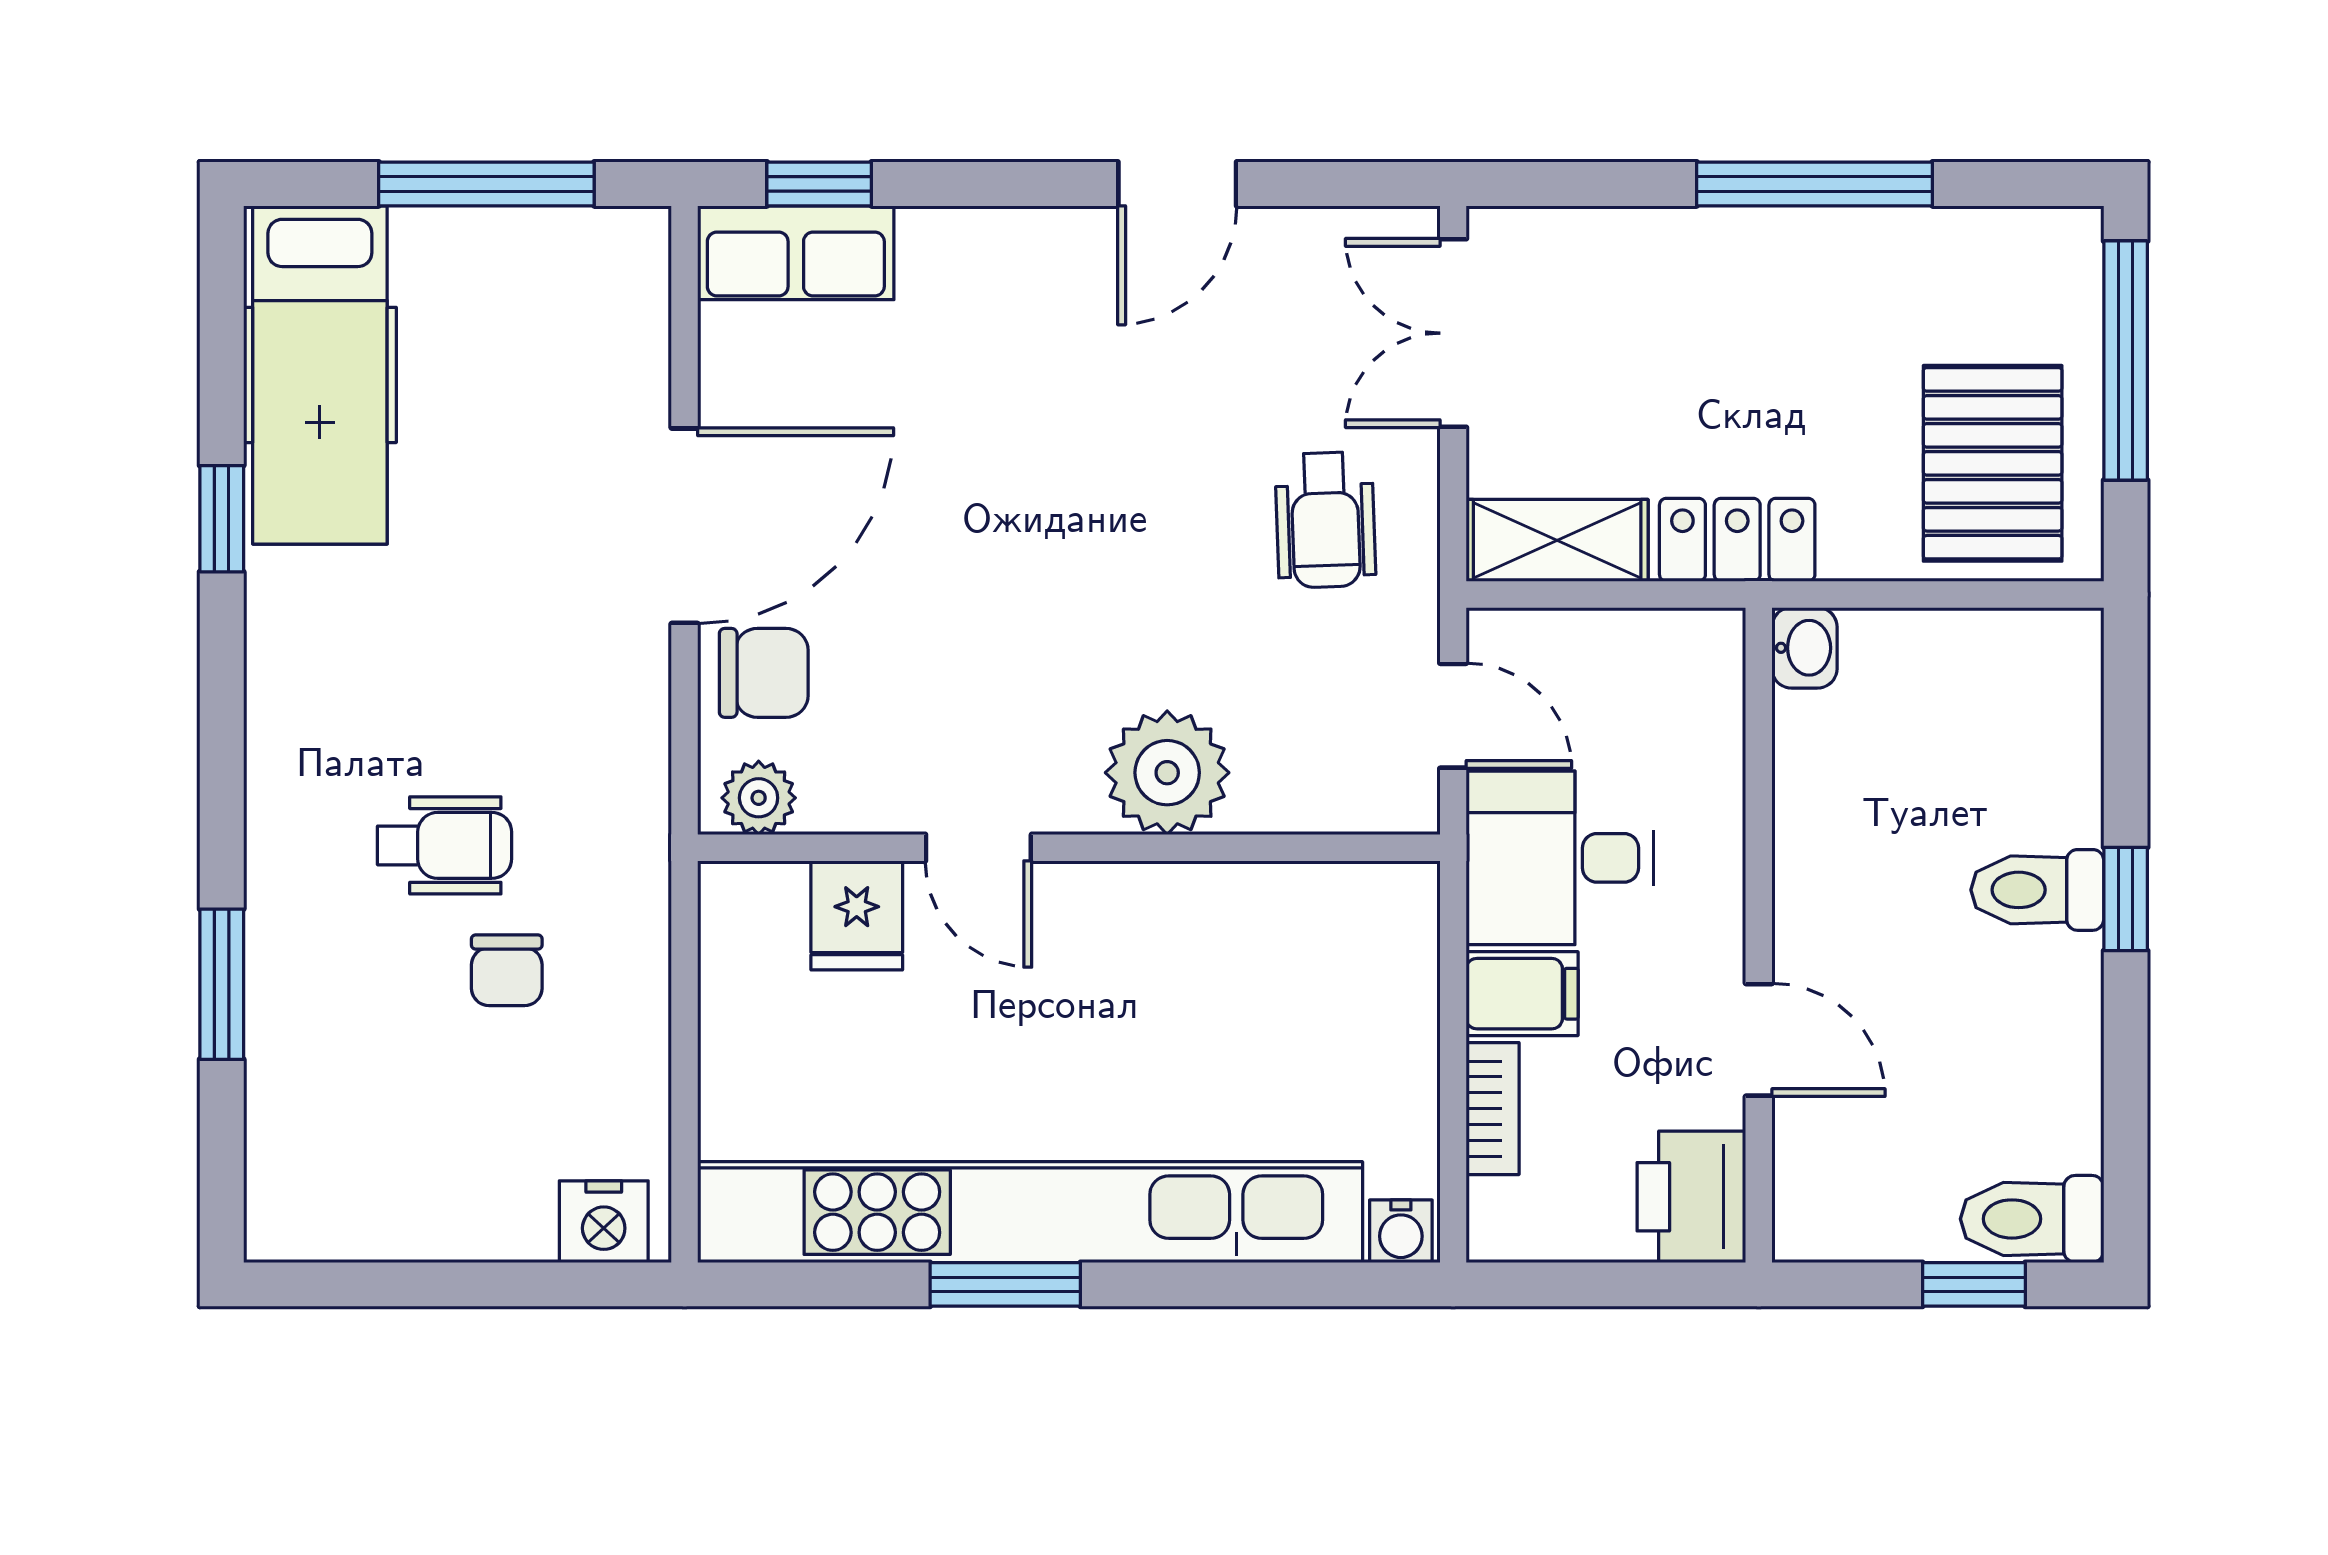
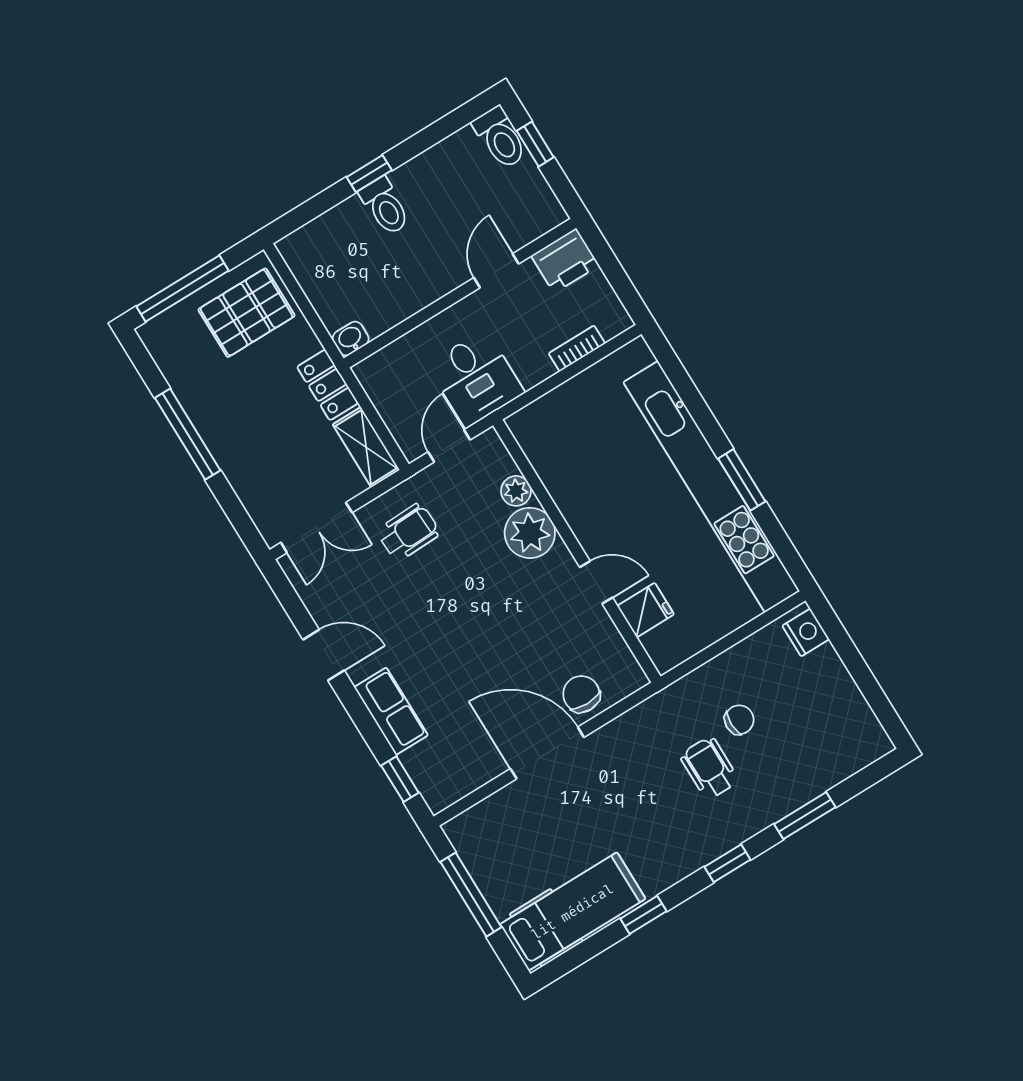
row of seats: (796, 253) -> (391, 711), moved
window: (222, 761) -> (727, 863), added
plant: (759, 798) -> (516, 491), moved
door: (978, 848) -> (596, 582), hinge flipped
filing cabinet: (1522, 994) -> (531, 363), removed
water cooler: (1401, 1231) -> (639, 354), removed

